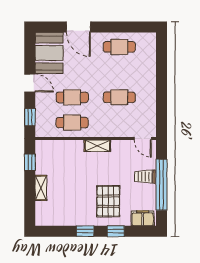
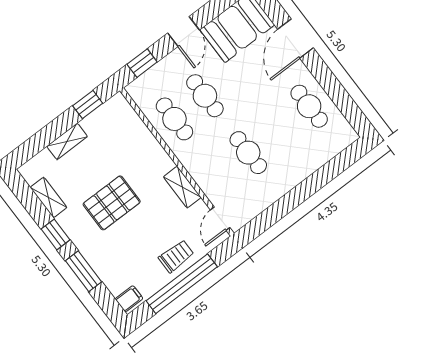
shelving: (97, 146) -> (182, 187), moved
trolley: (145, 177) -> (176, 256), turned 90
pallet: (108, 201) -> (112, 203), moved
filing cabinet: (143, 218) -> (129, 299), width x0.50
shelving: (63, 220) -> (49, 197), added
window: (116, 231) -> (84, 271), width x1.50

